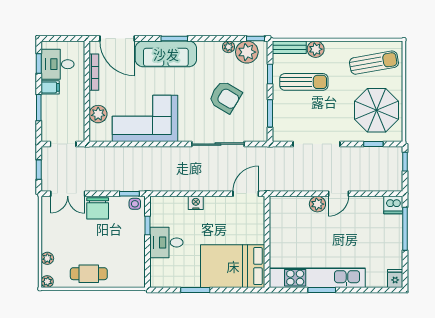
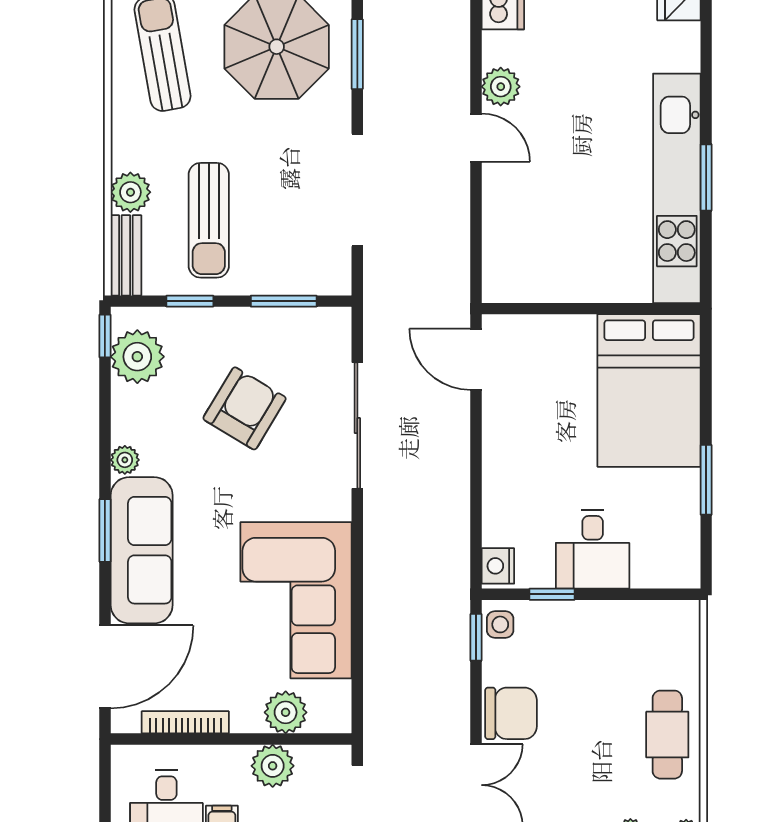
plant: (228, 47) -> (125, 460), moved
sun lounger: (304, 82) -> (209, 220), turned 180
plant: (76, 109) -> (273, 766), added
window: (373, 144) -> (357, 54), width x1.50
nightstand: (196, 203) -> (498, 566), moved
plant: (317, 204) -> (501, 87), moved

